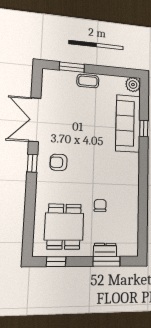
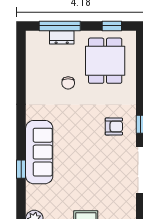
sofa: (128, 123) -> (39, 152), moved
window: (107, 261) -> (60, 26), width x1.44

